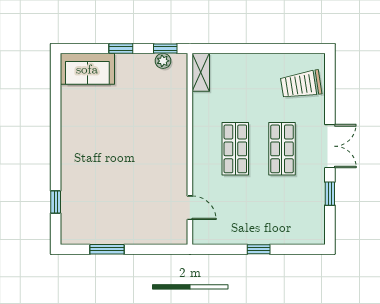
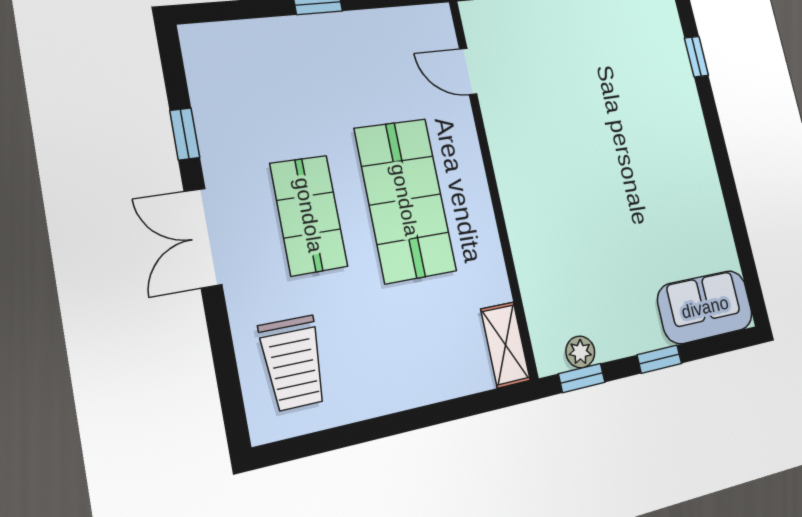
trolley: (301, 85) -> (293, 363), turned 99
shop shelf: (235, 149) -> (405, 200), width x1.43, depth x1.36

